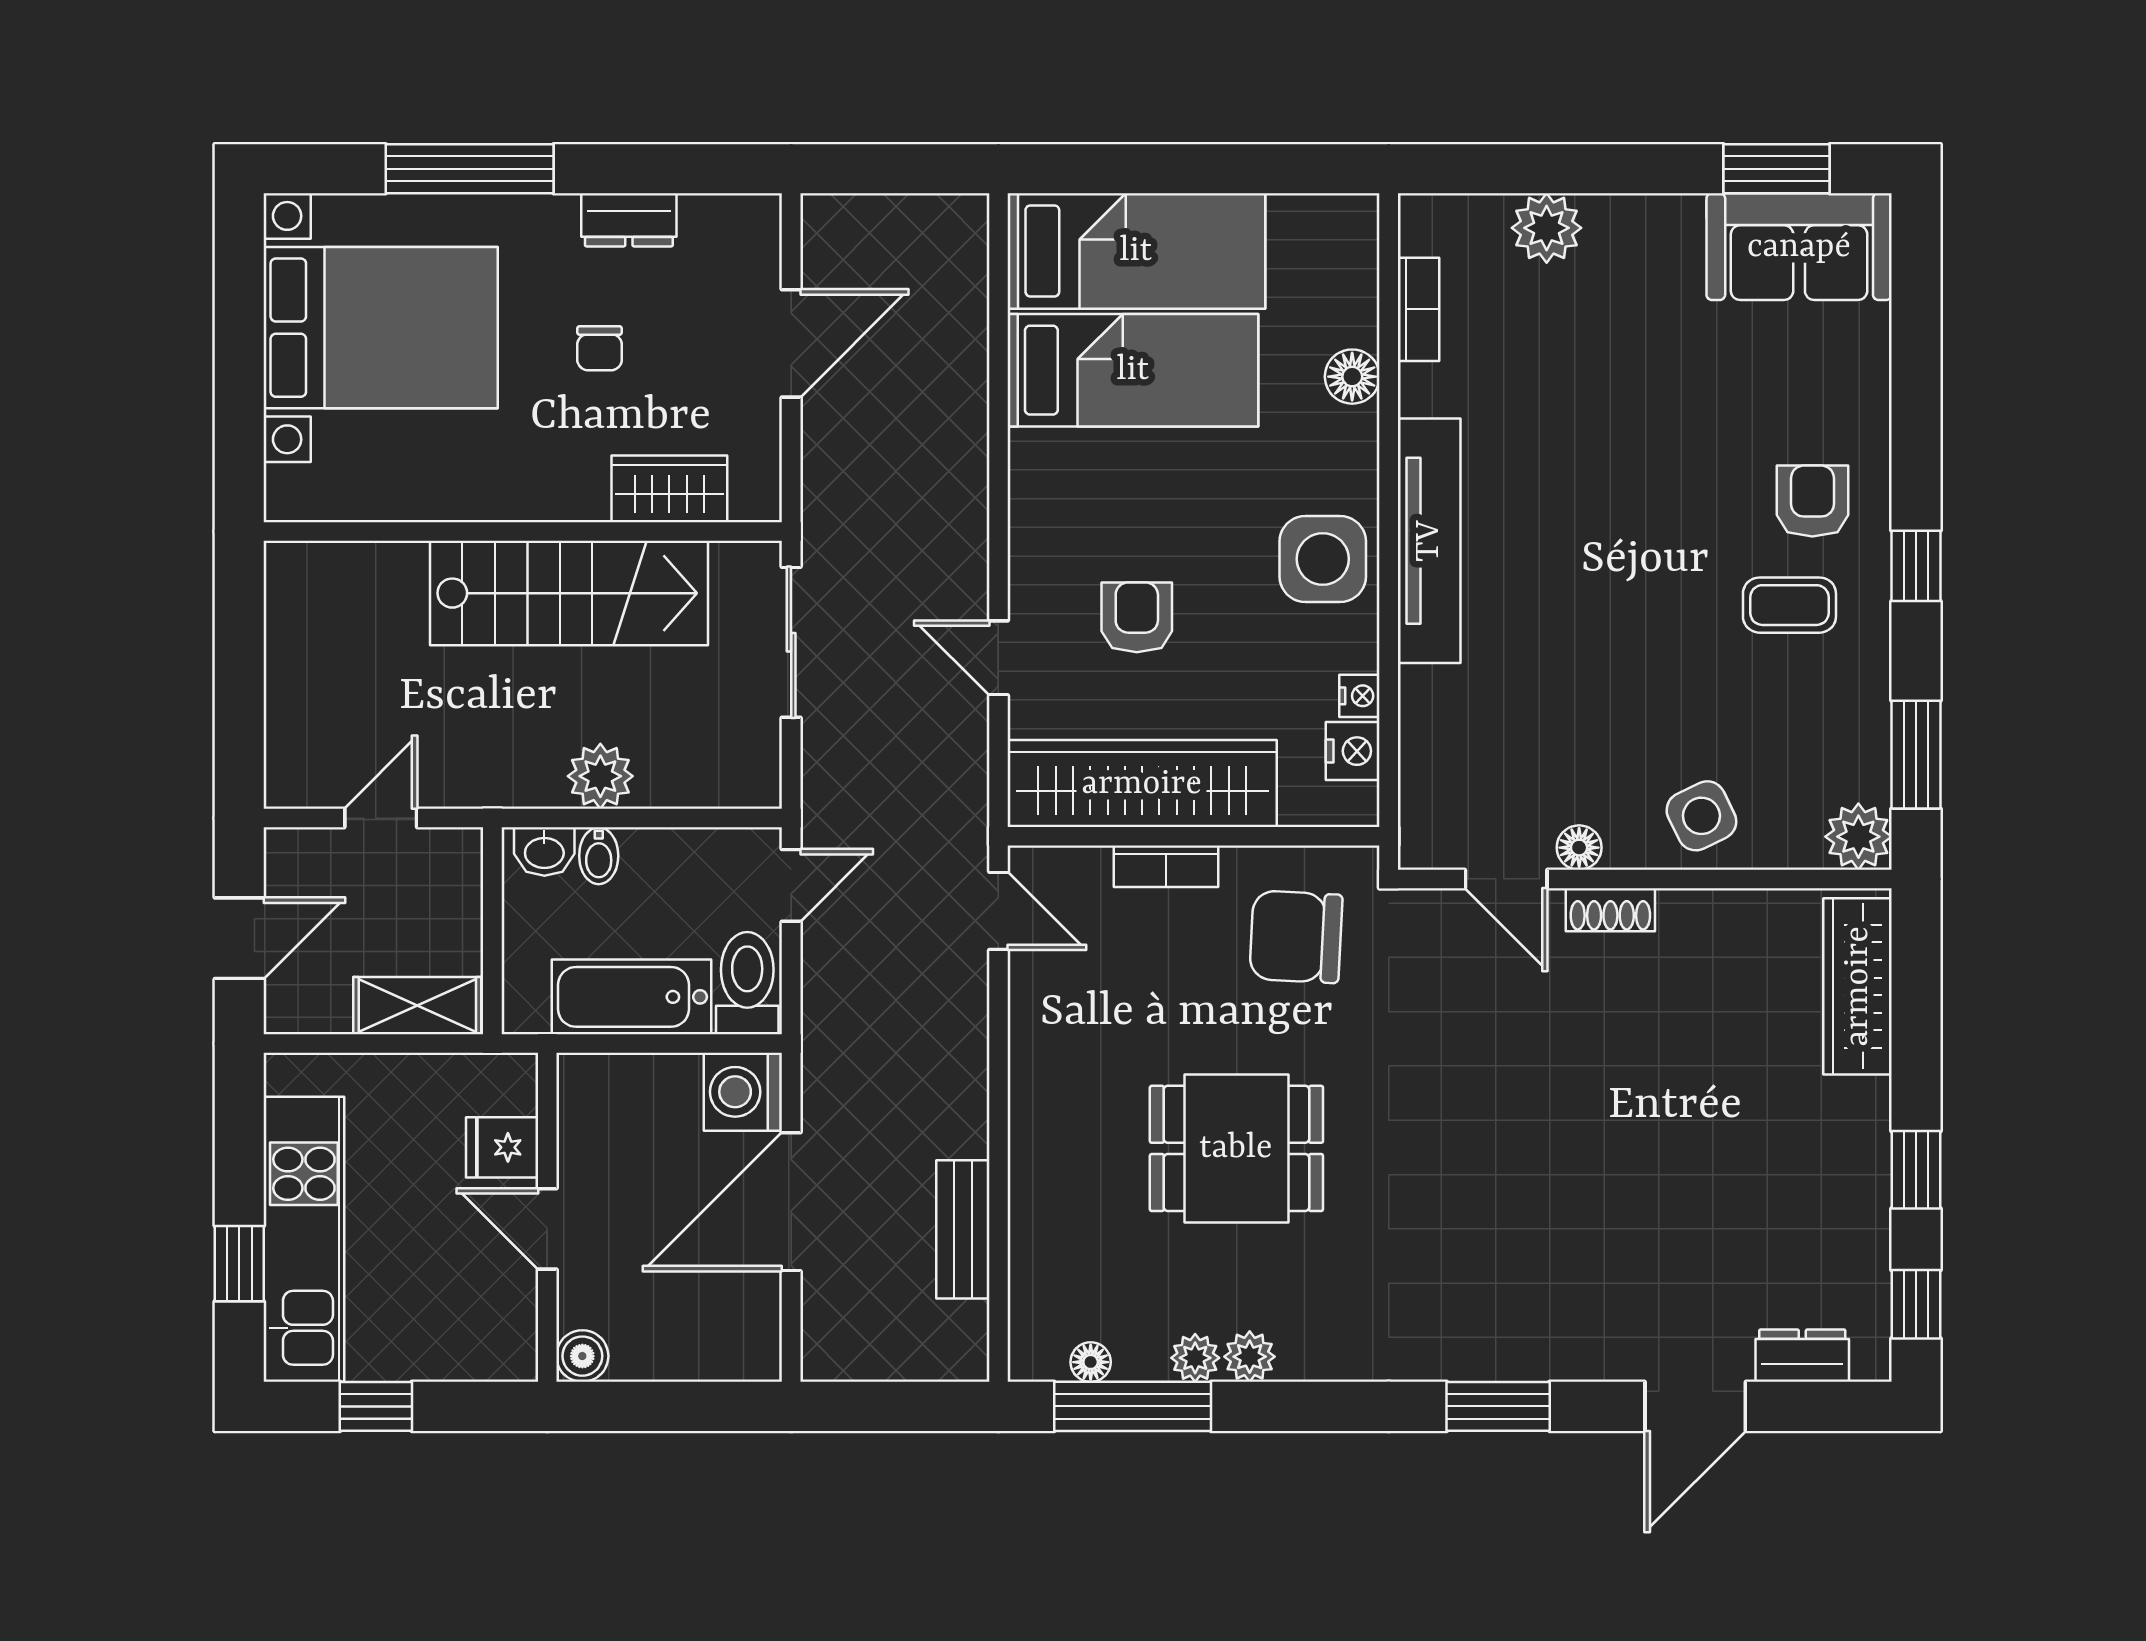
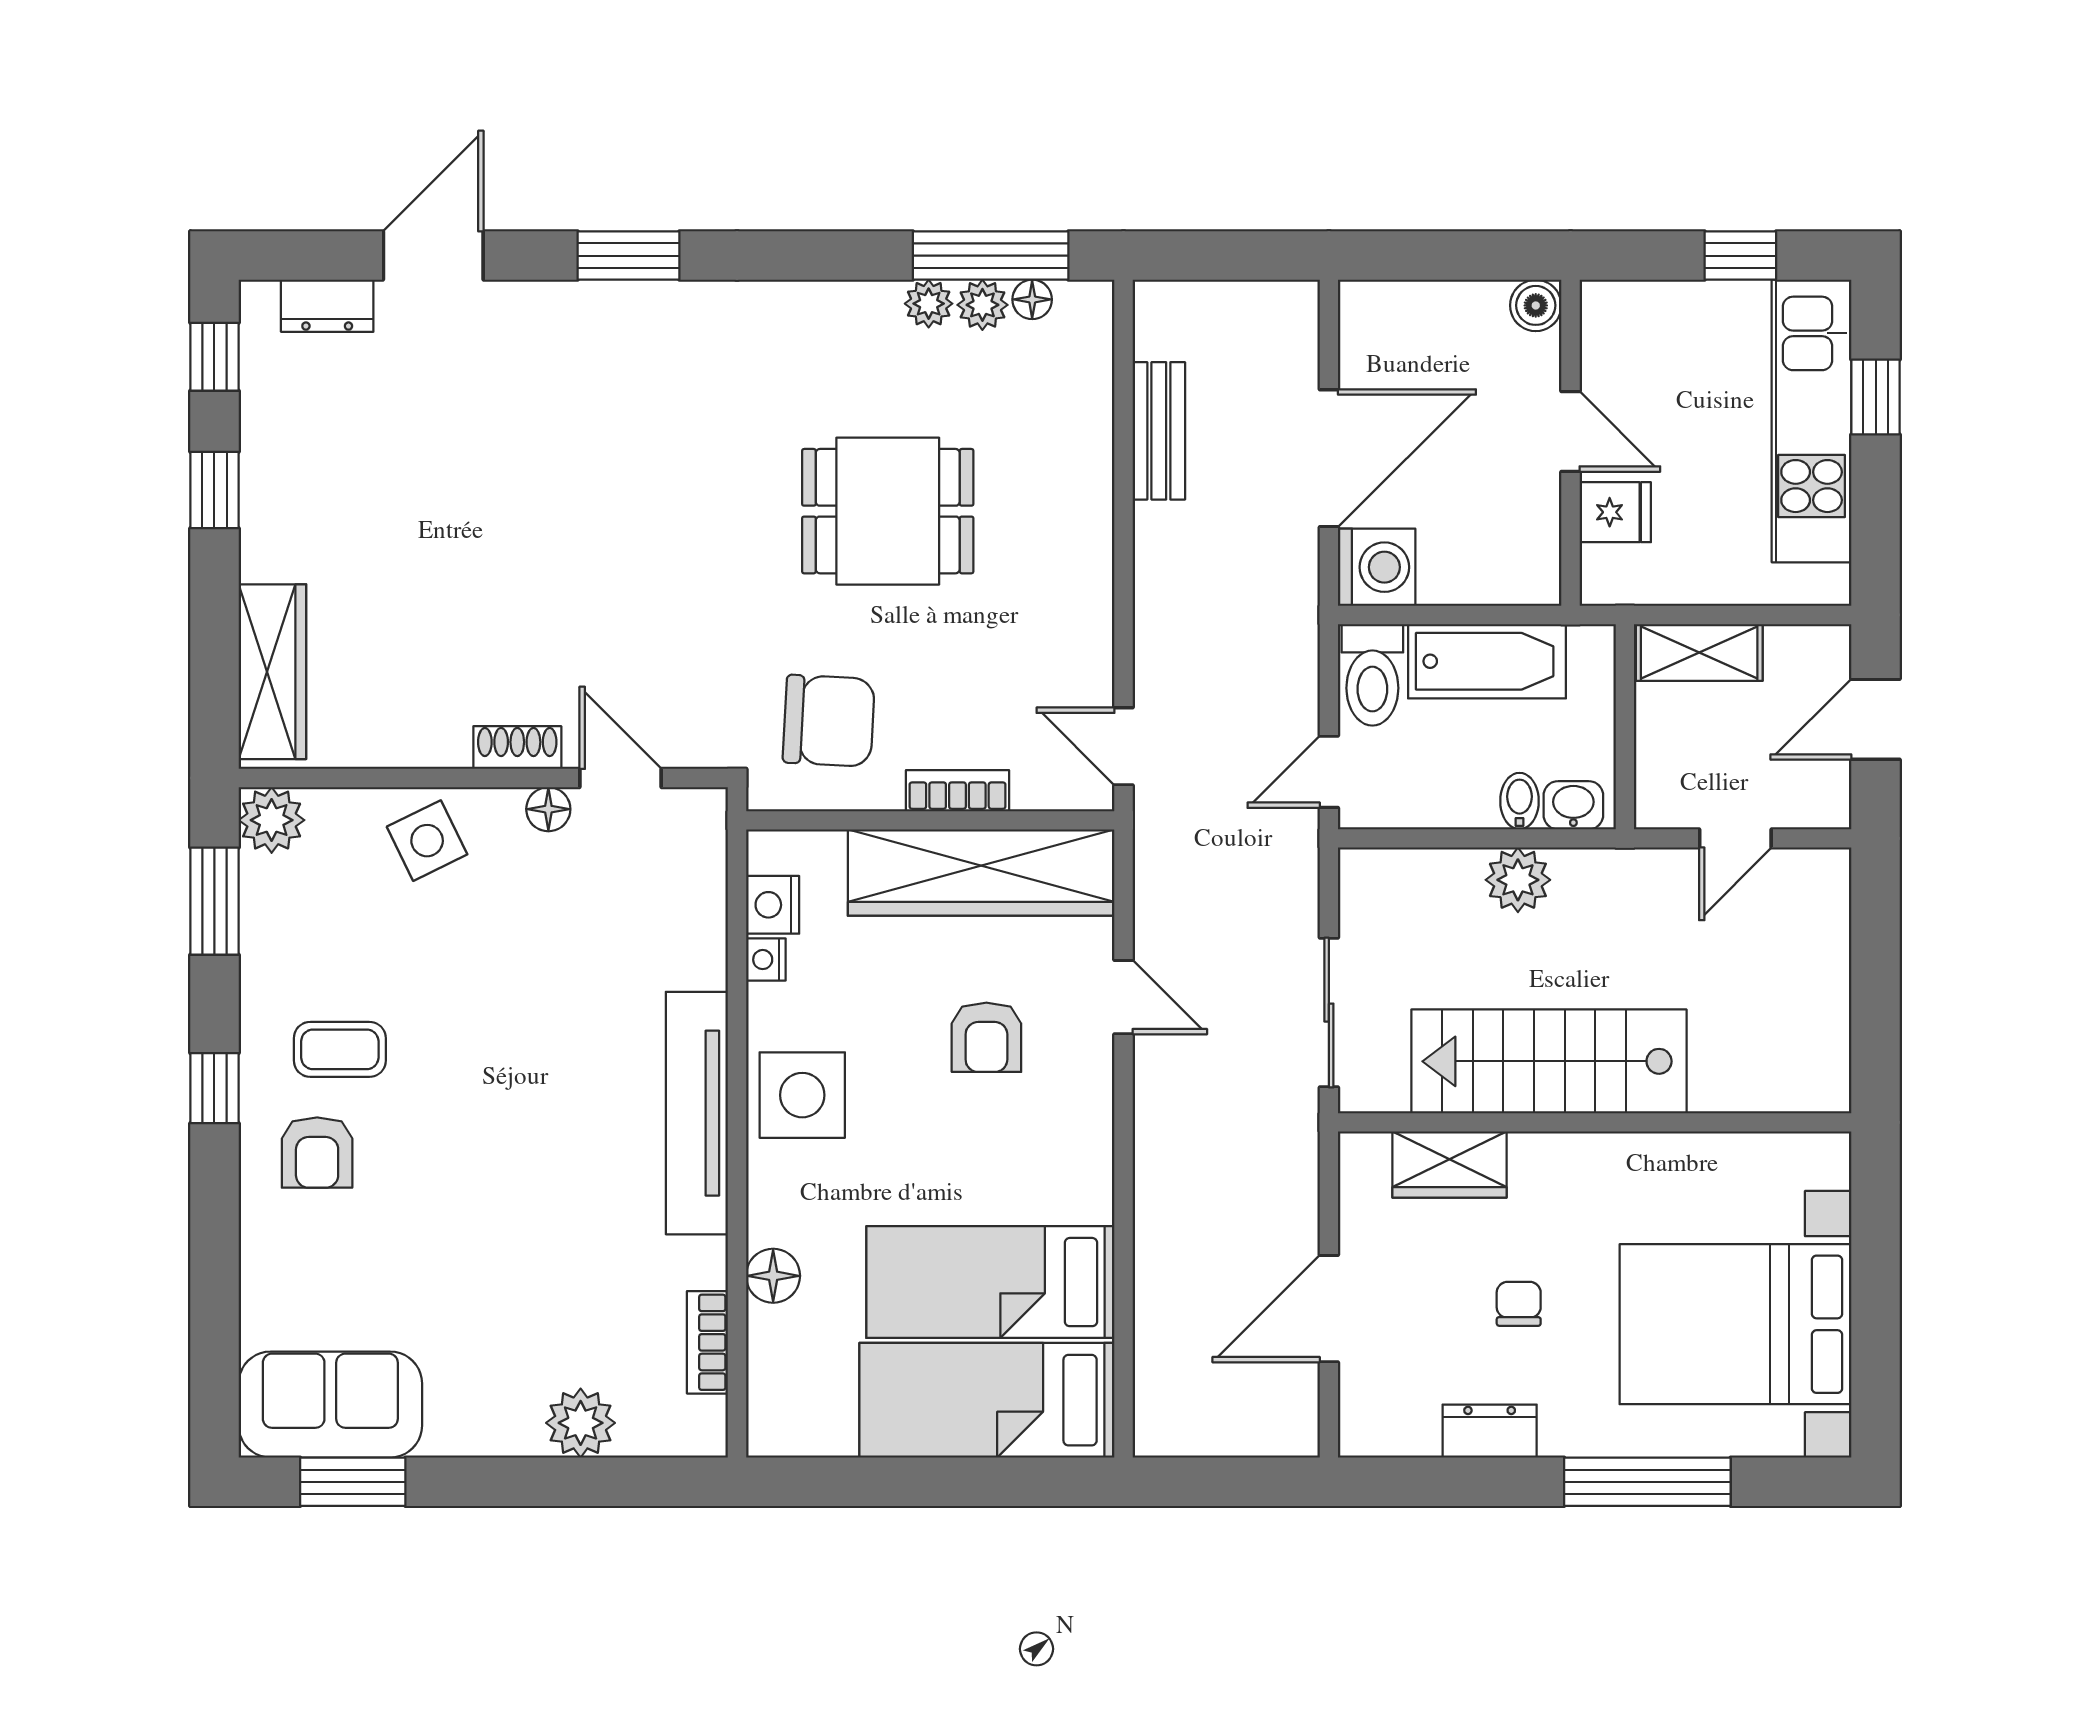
plant: (1250, 1357) -> (982, 305), moved

